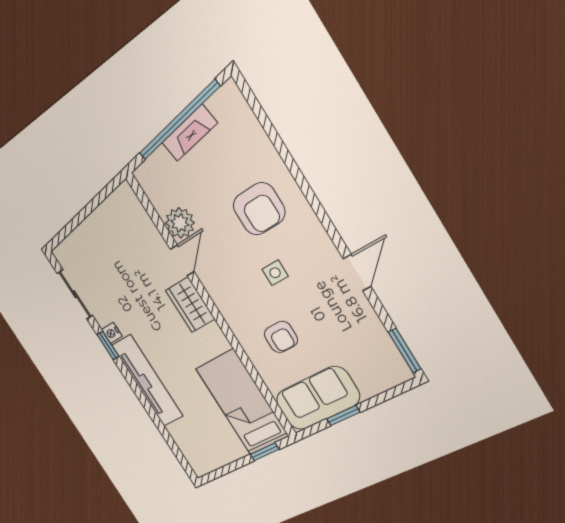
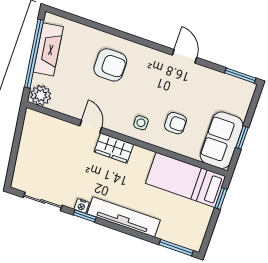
fireplace: (189, 133) -> (48, 49), width x1.37, depth x1.32
plant: (180, 223) -> (41, 95), moved
side table: (275, 273) -> (141, 123), moved
window: (178, 454) -> (176, 248), added

